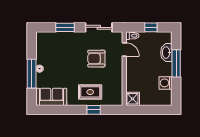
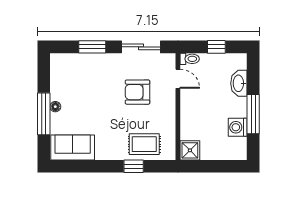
window: (176, 63) -> (253, 114), moved
rug: (90, 92) -> (144, 144), moved

